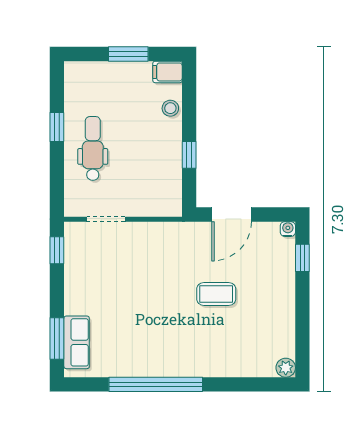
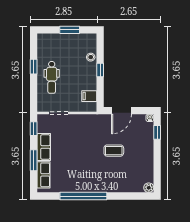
filing cabinet: (167, 72) -> (89, 96), moved
dental chair: (93, 148) -> (52, 77), turned 180
window: (189, 155) -> (100, 70), moved
row of seats: (77, 287) -> (44, 147), added
window: (57, 339) -> (34, 160), moved

